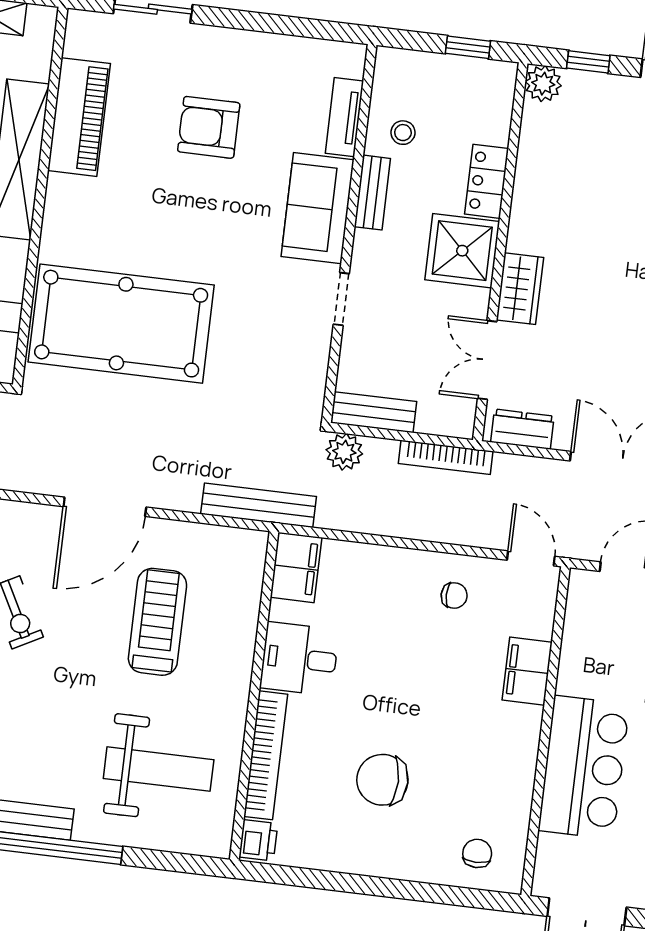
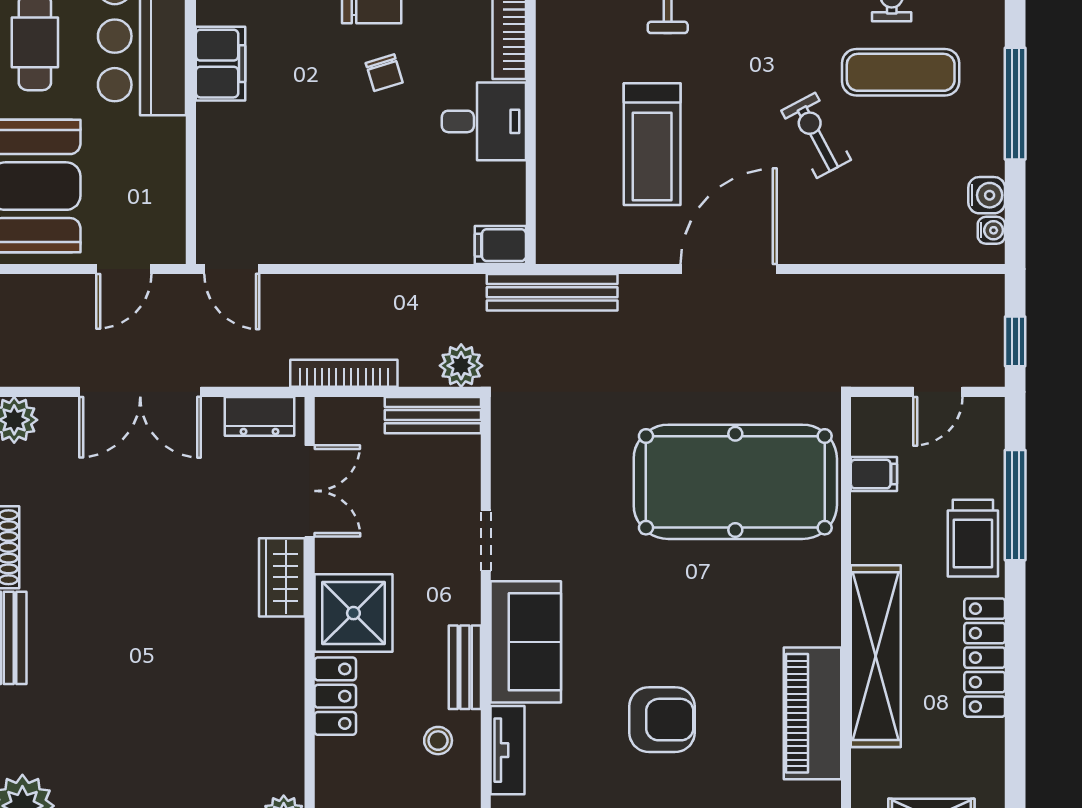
filing cabinet: (296, 567) -> (500, 245), width x0.50
chair: (454, 595) -> (384, 73), moved, turned -107
filing cabinet: (527, 671) -> (220, 64), moved

